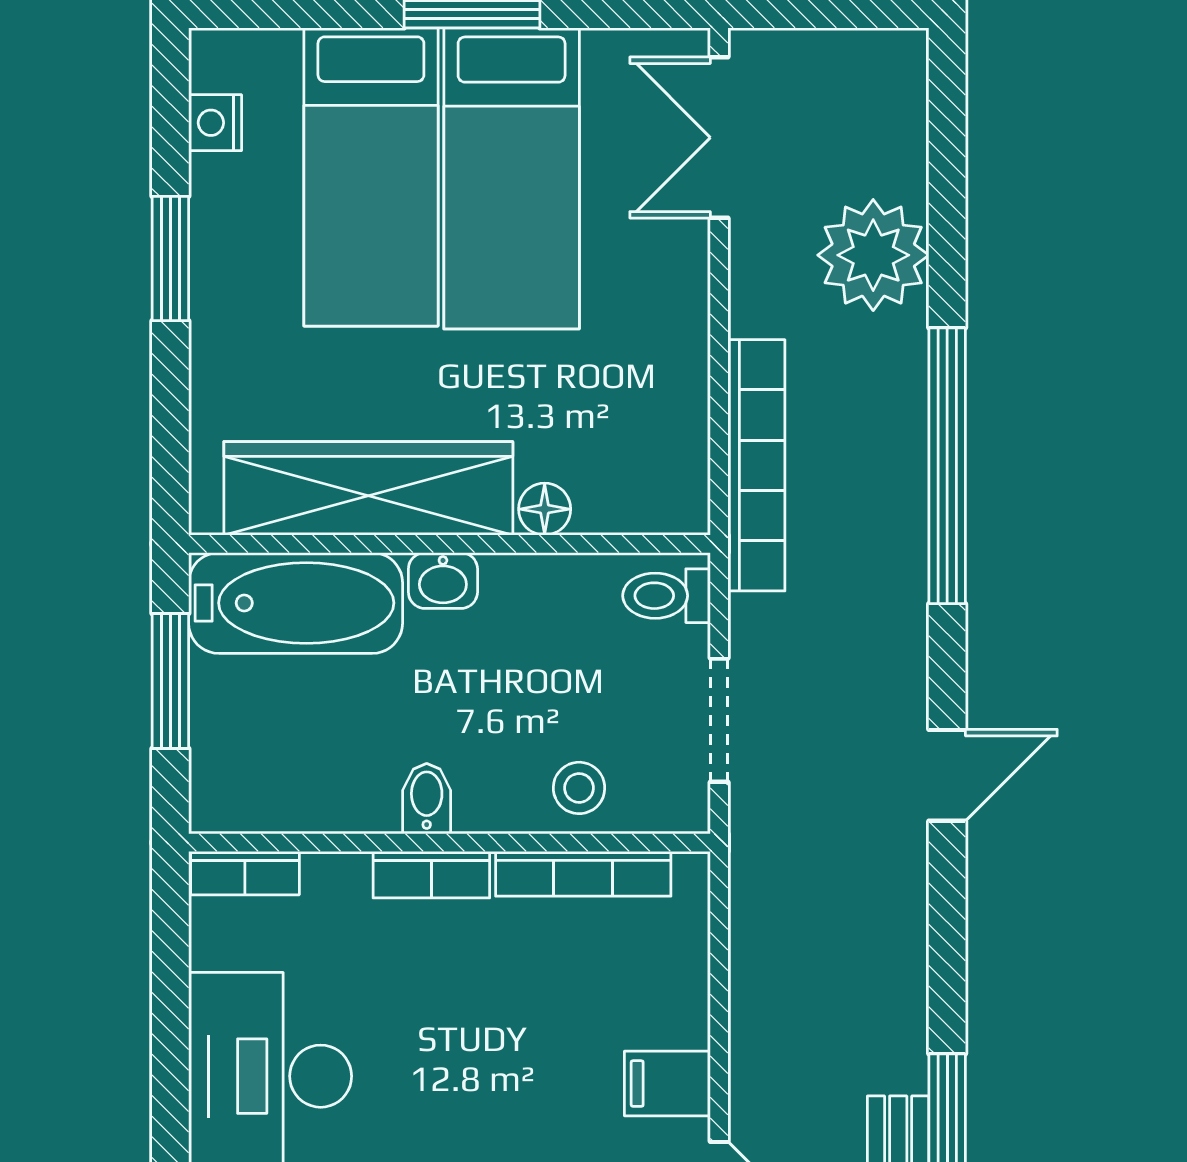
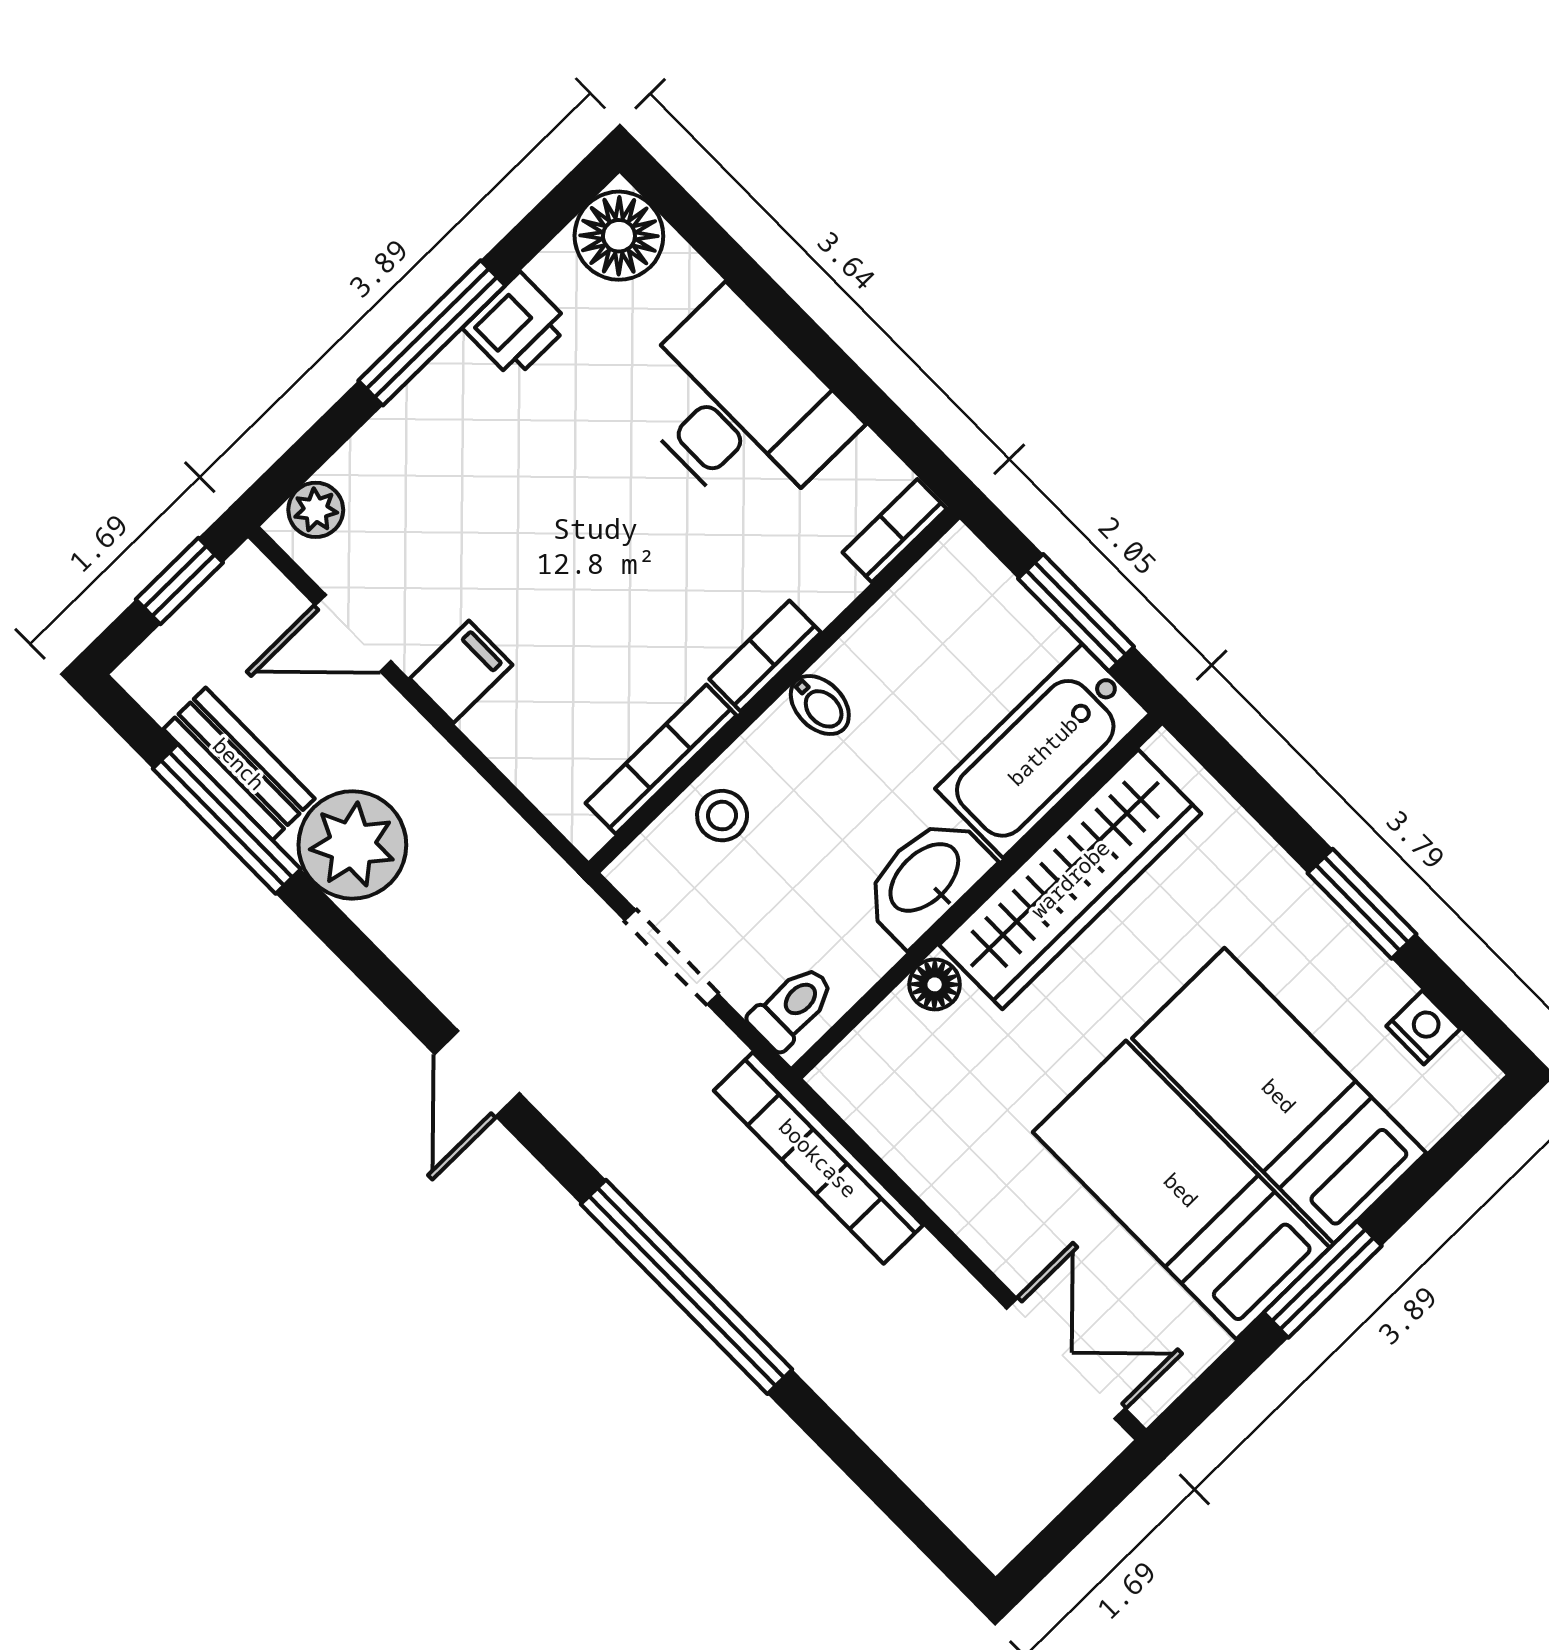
plant: (873, 255) -> (352, 845), moved
washbasin: (443, 581) -> (926, 879), width x1.91, depth x1.45

